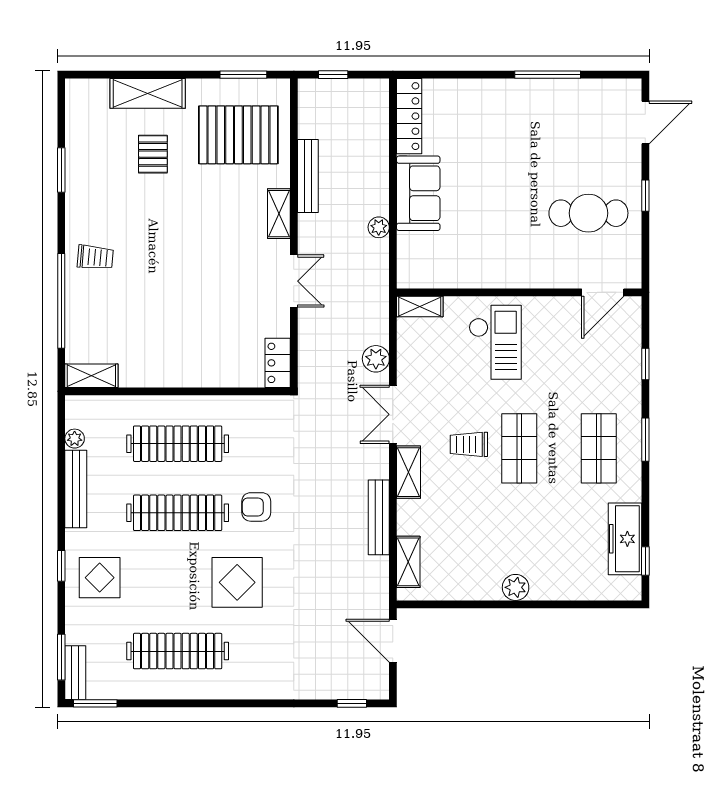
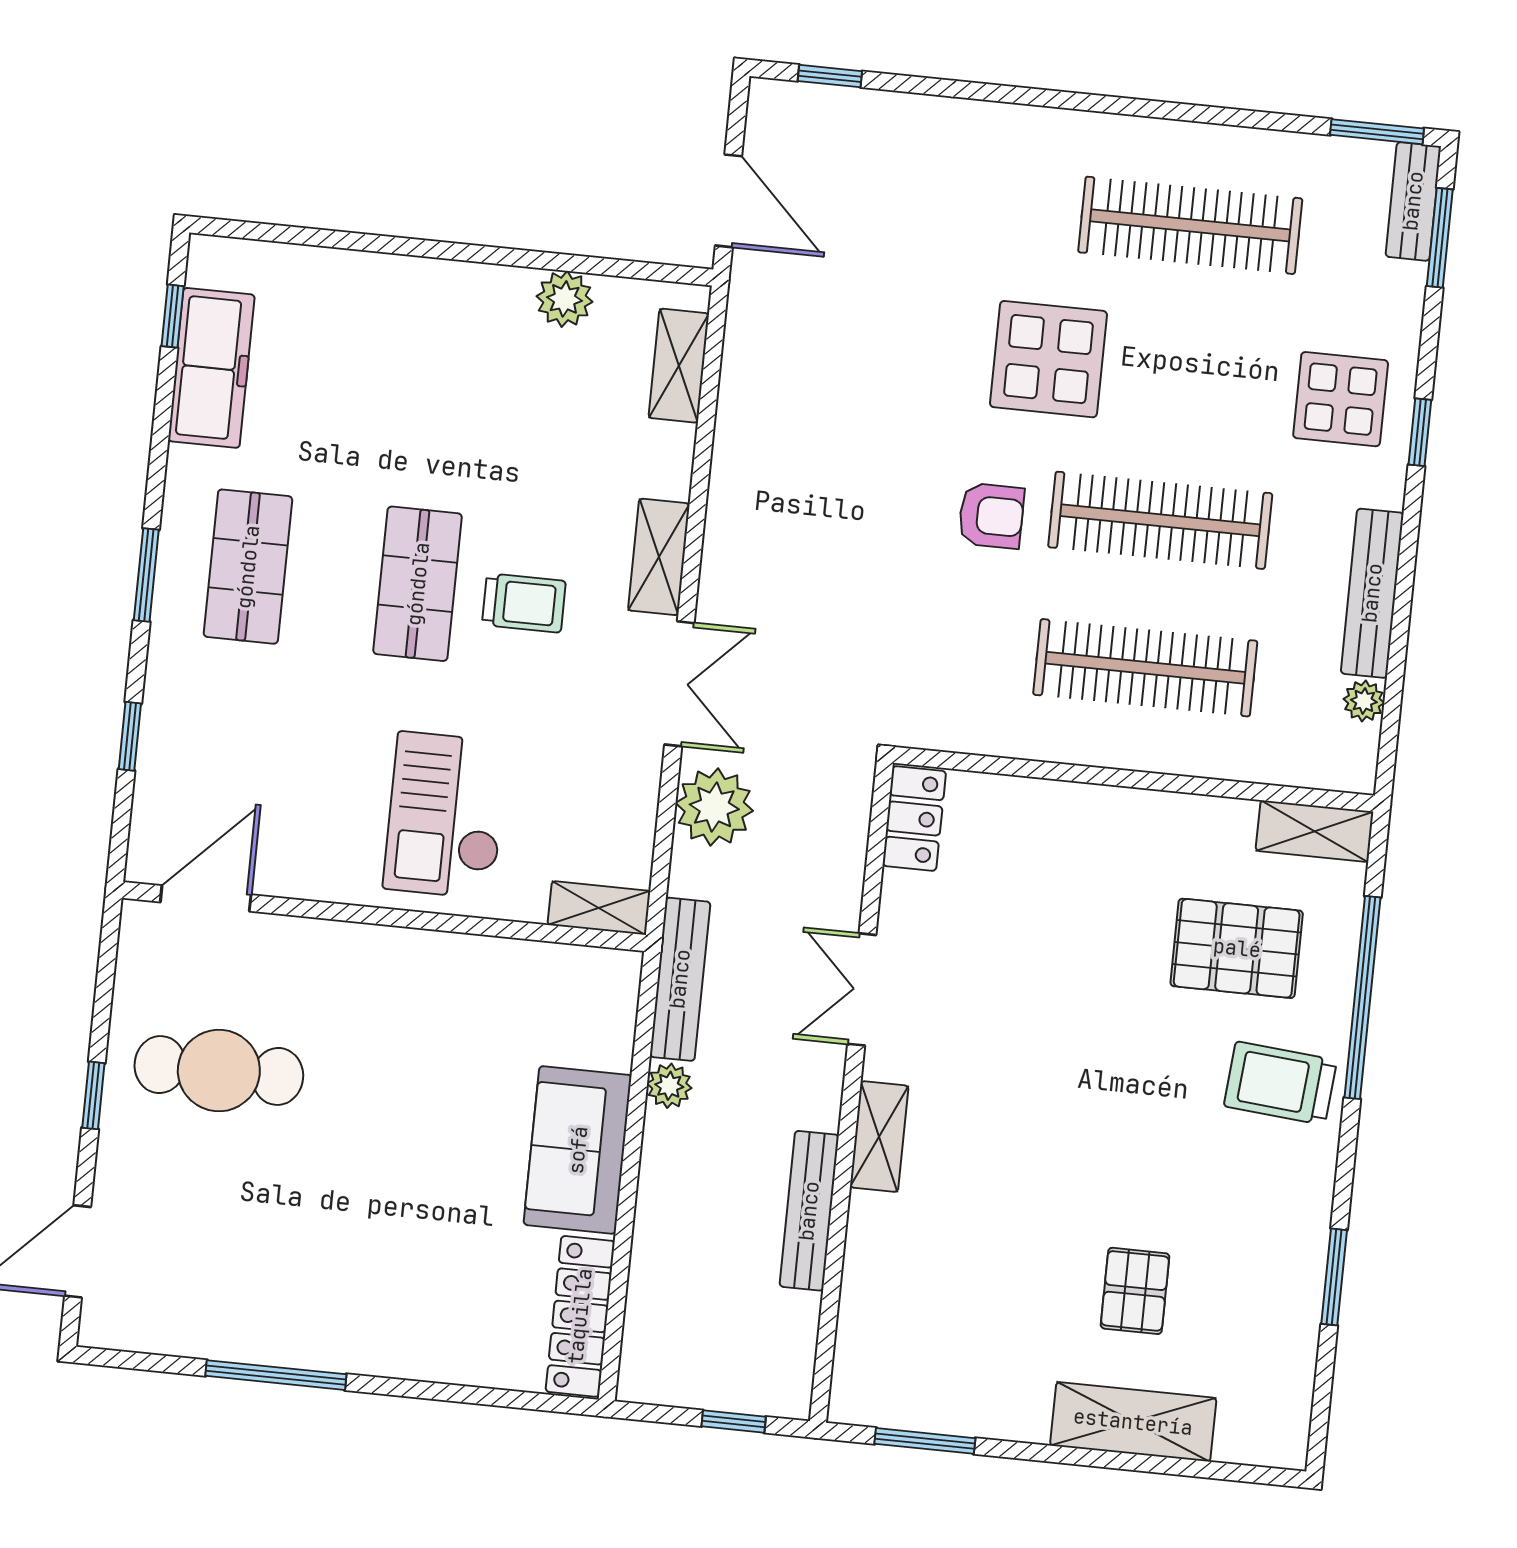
pallet: (238, 135) -> (1237, 948), moved, width x0.73, depth x0.71
trolley: (95, 257) -> (1280, 1083), width x1.36, depth x1.39
plant: (376, 359) -> (714, 807), width x1.36, depth x1.36
bench: (379, 517) -> (680, 979), moved
plant: (516, 587) -> (565, 299), moved

